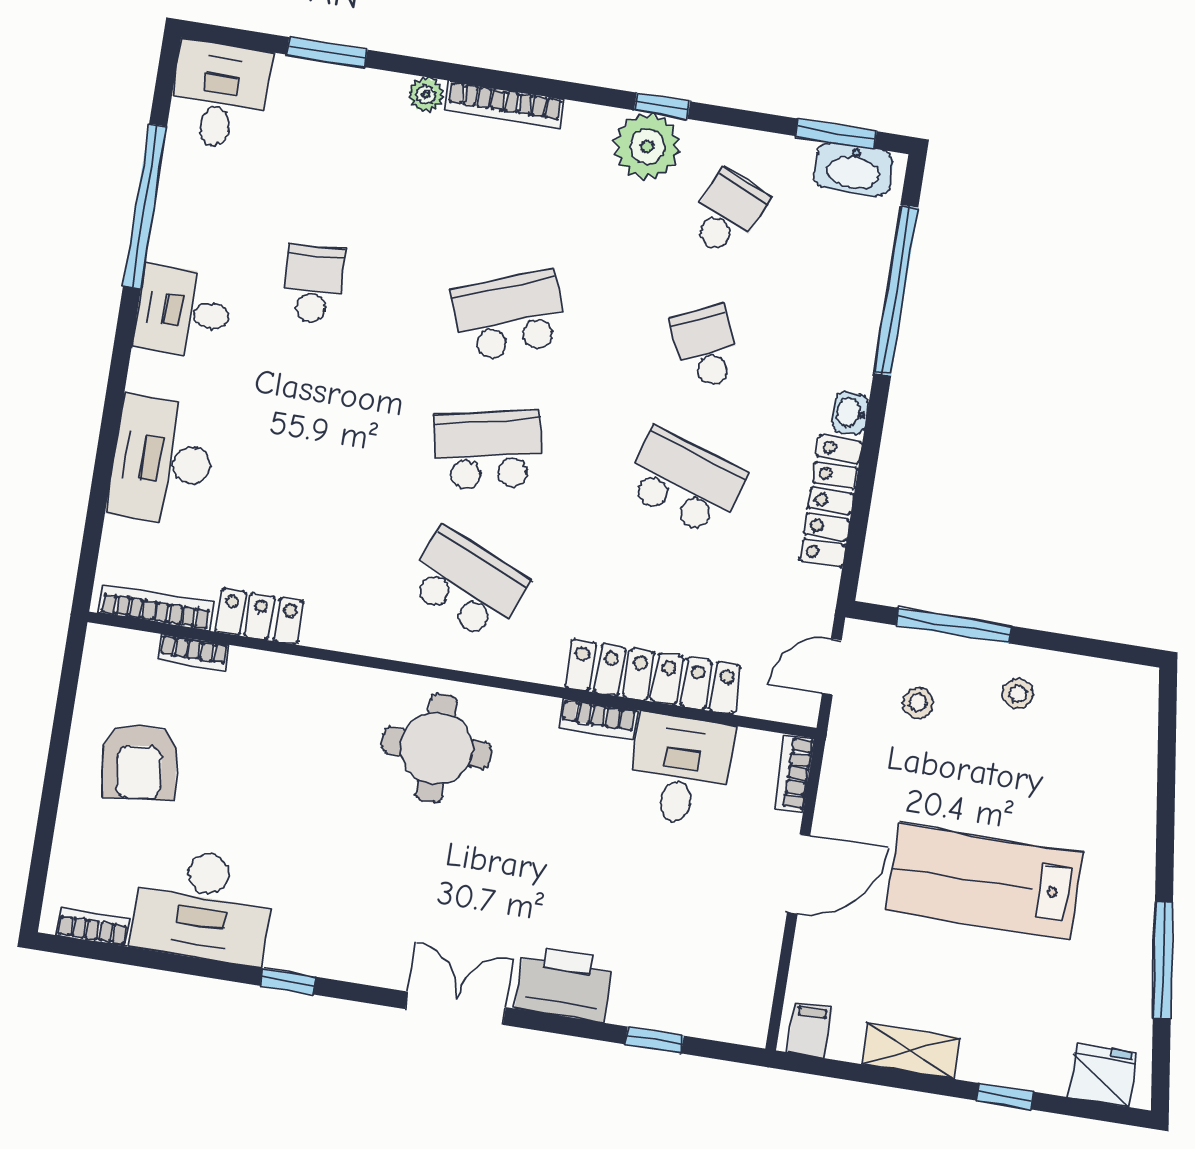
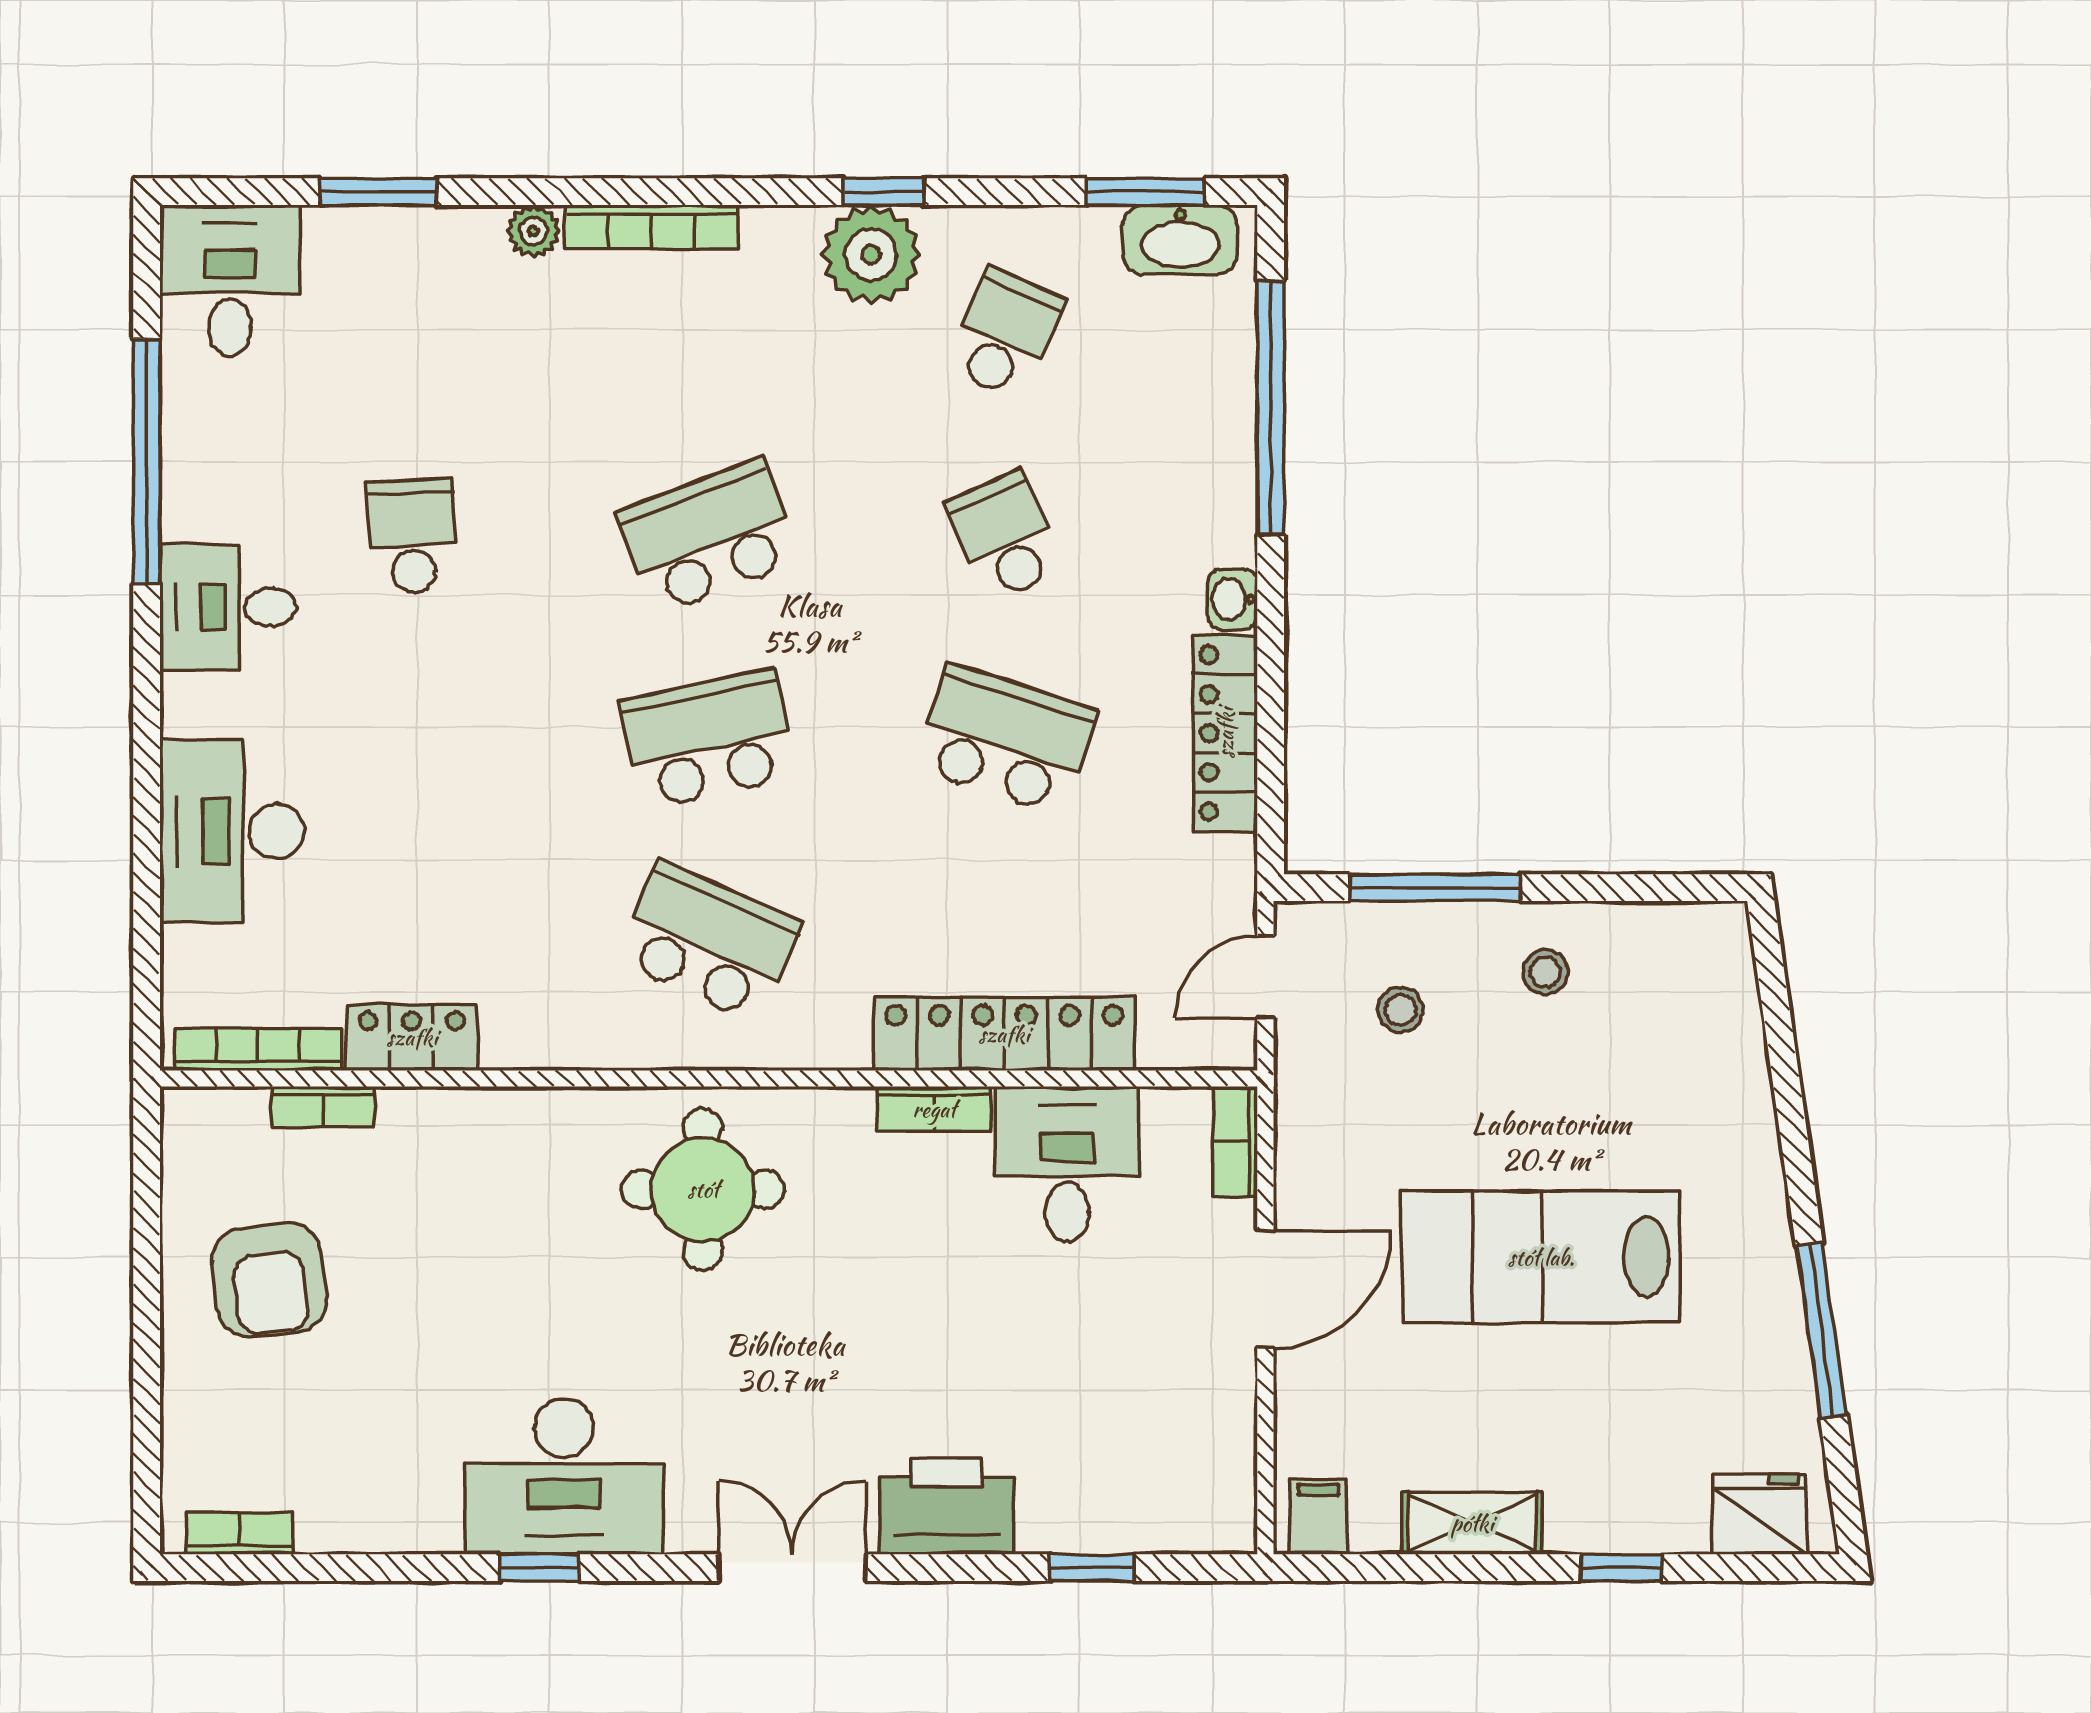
desk: (203, 906) -> (564, 1476), moved

